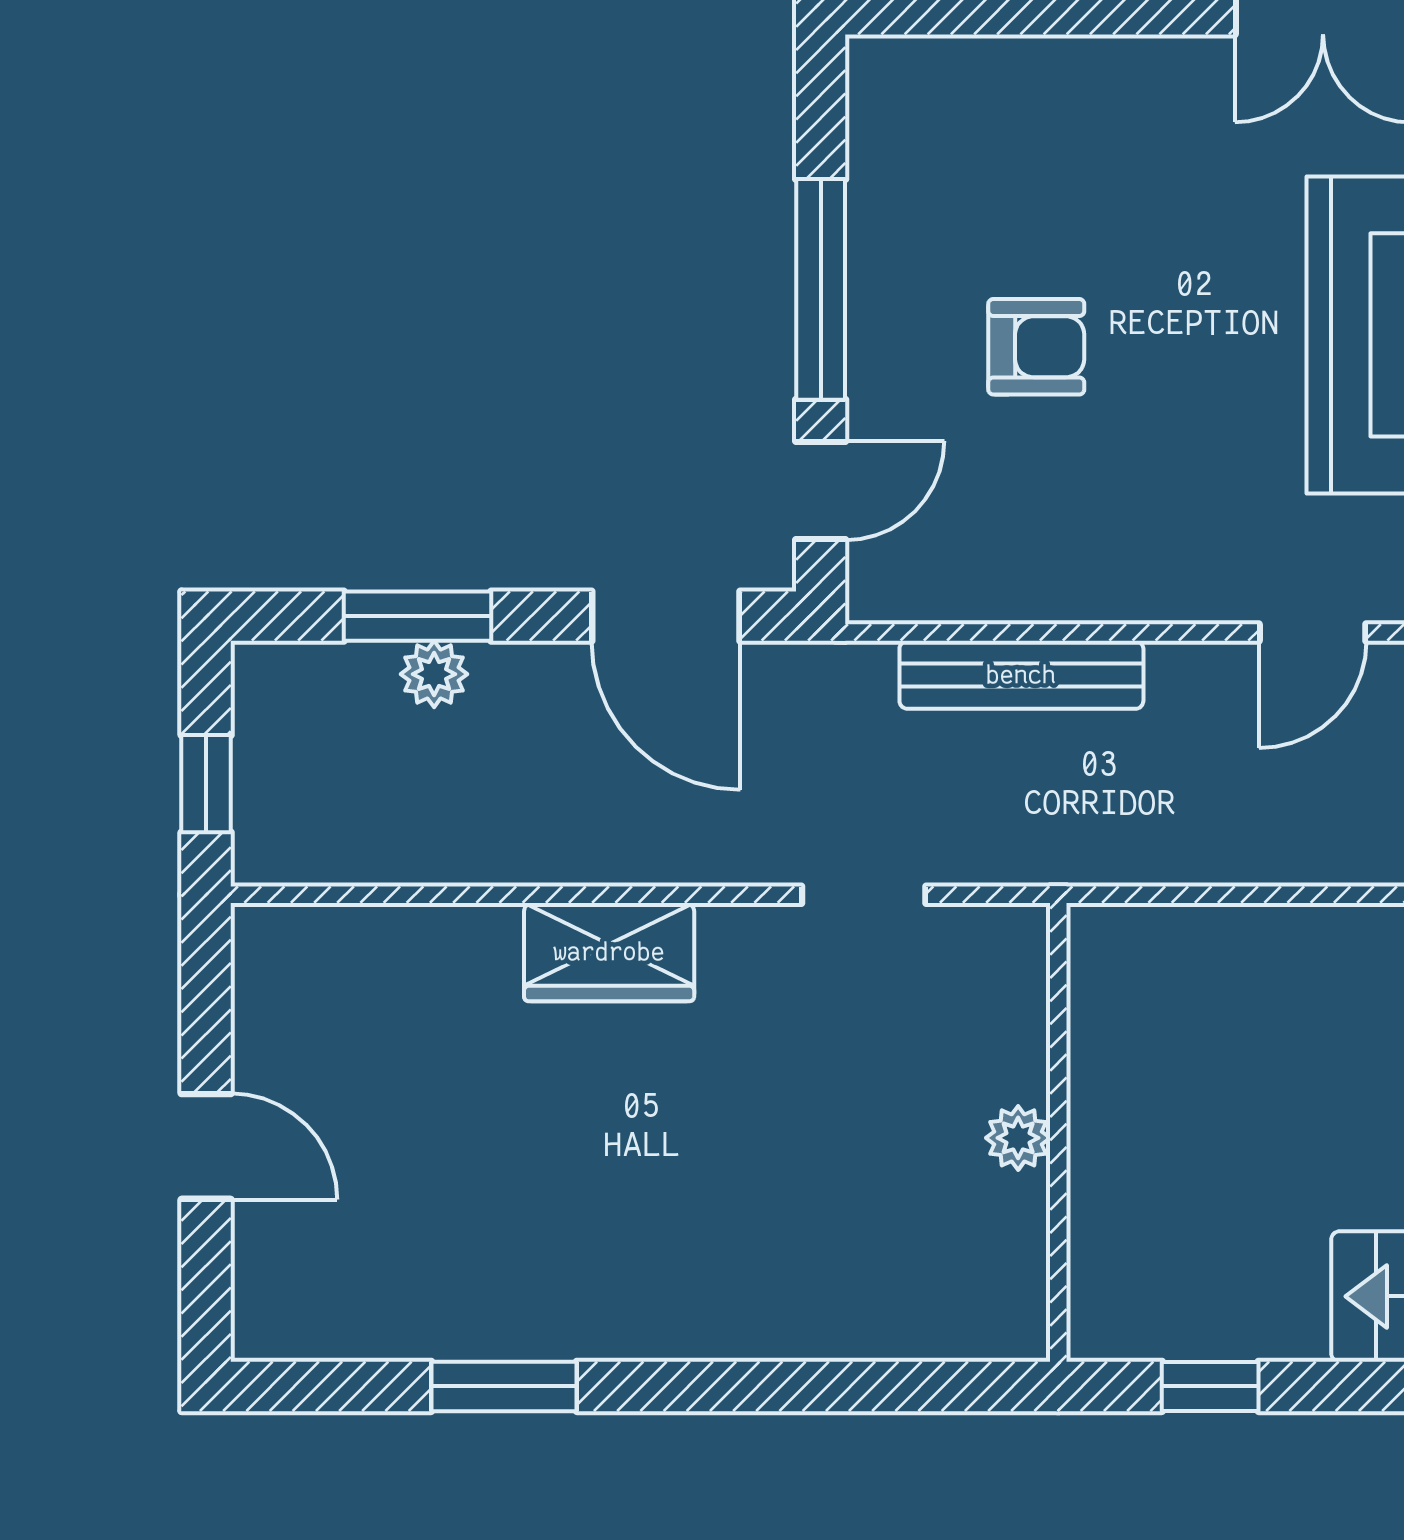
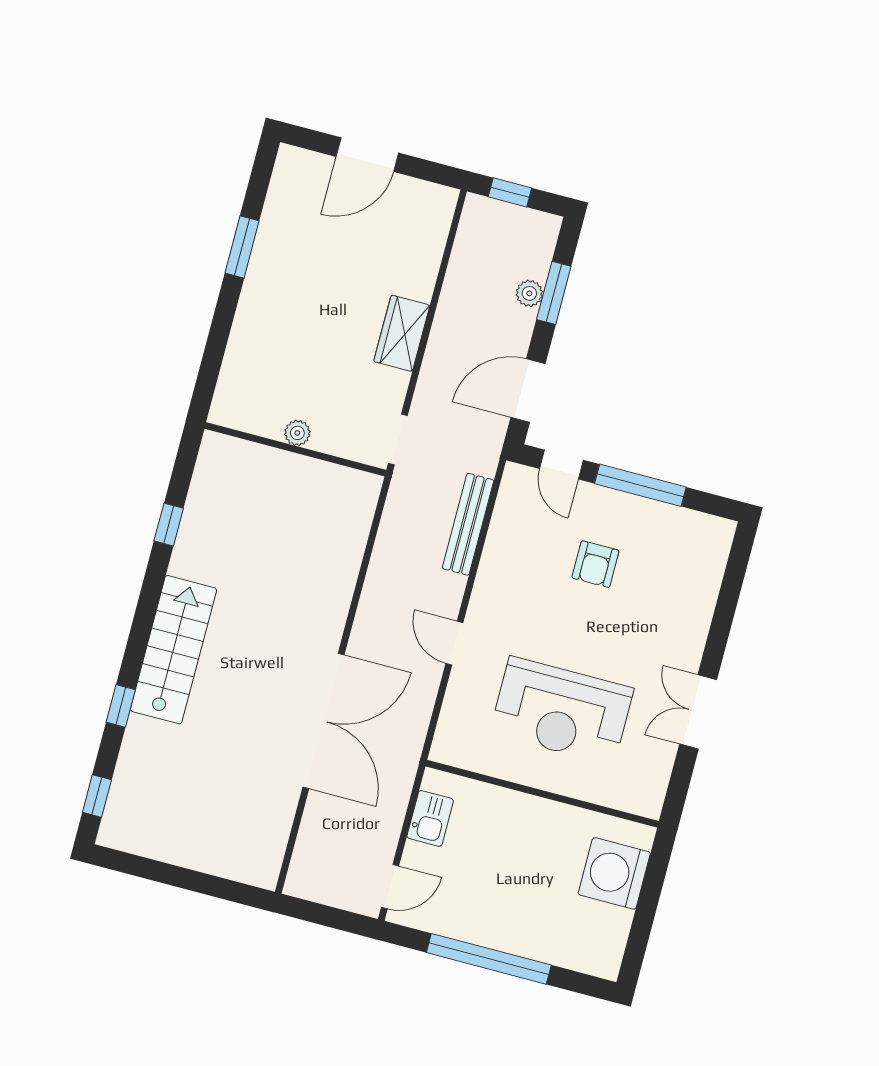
wall: (1058, 1132) -> (295, 449), moved
plant: (1018, 1138) -> (297, 433), moved
door: (206, 1146) -> (367, 155), width x1.37

